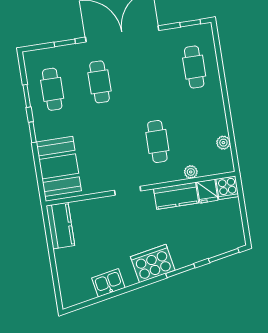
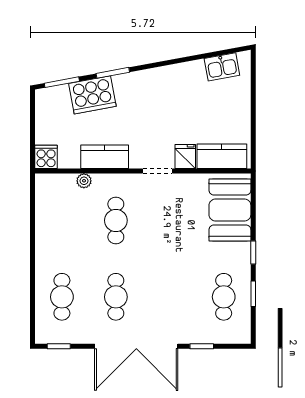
cafe table: (100, 82) -> (116, 297), moved
plant: (223, 143) -> (43, 208), removed
fridge: (207, 191) -> (185, 156), moved
kitchen counter: (60, 226) -> (222, 156), moved, turned 90
cooker: (153, 263) -> (92, 95), moved
kitchen sink: (108, 283) -> (222, 67), moved

